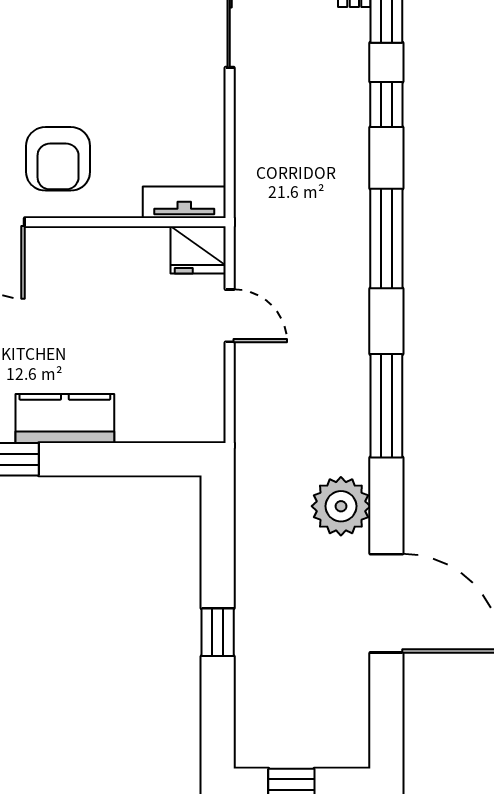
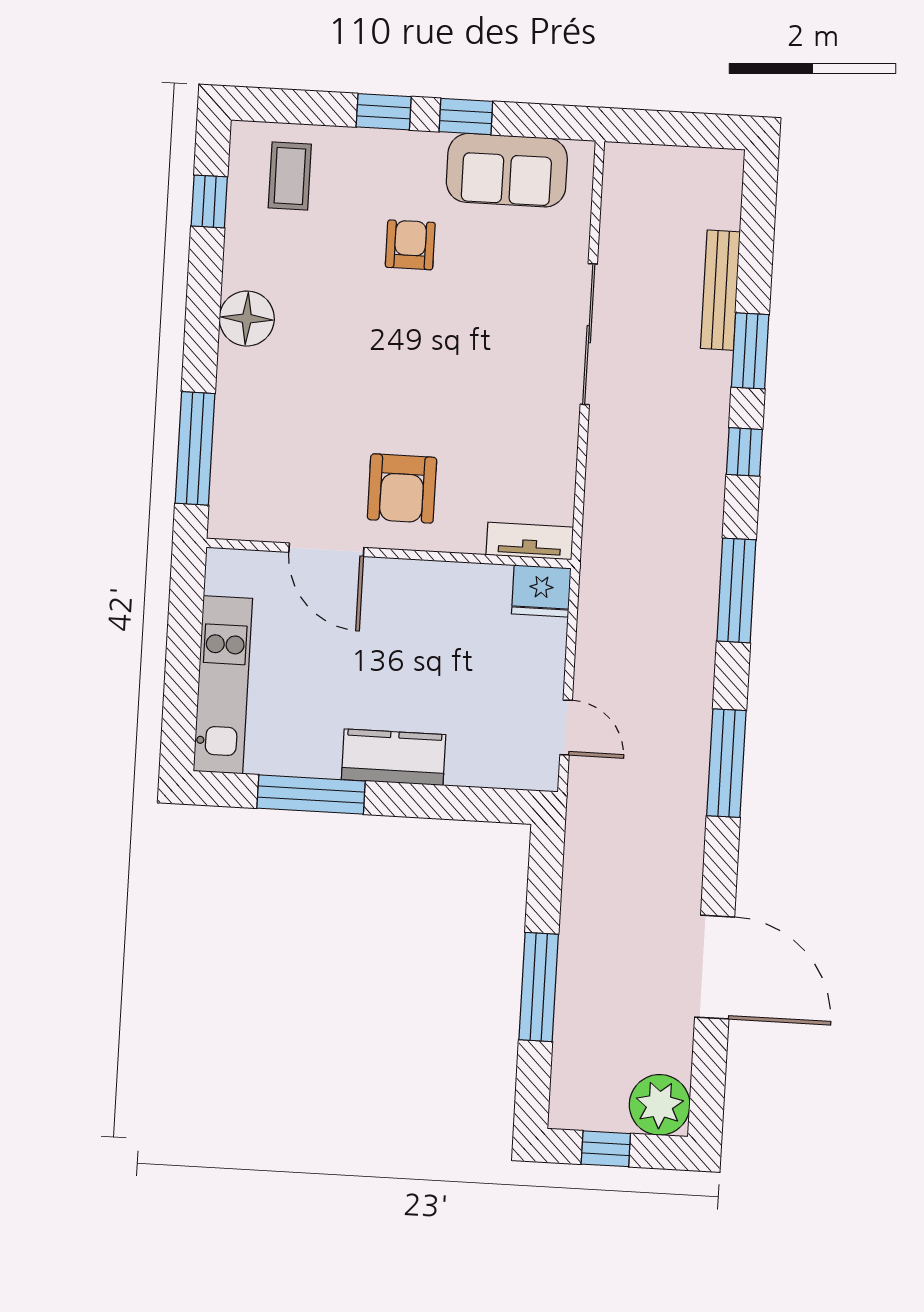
door: (230, 316) -> (566, 728), moved
plant: (341, 506) -> (660, 1105), moved
window: (218, 632) -> (539, 987), width x2.17

